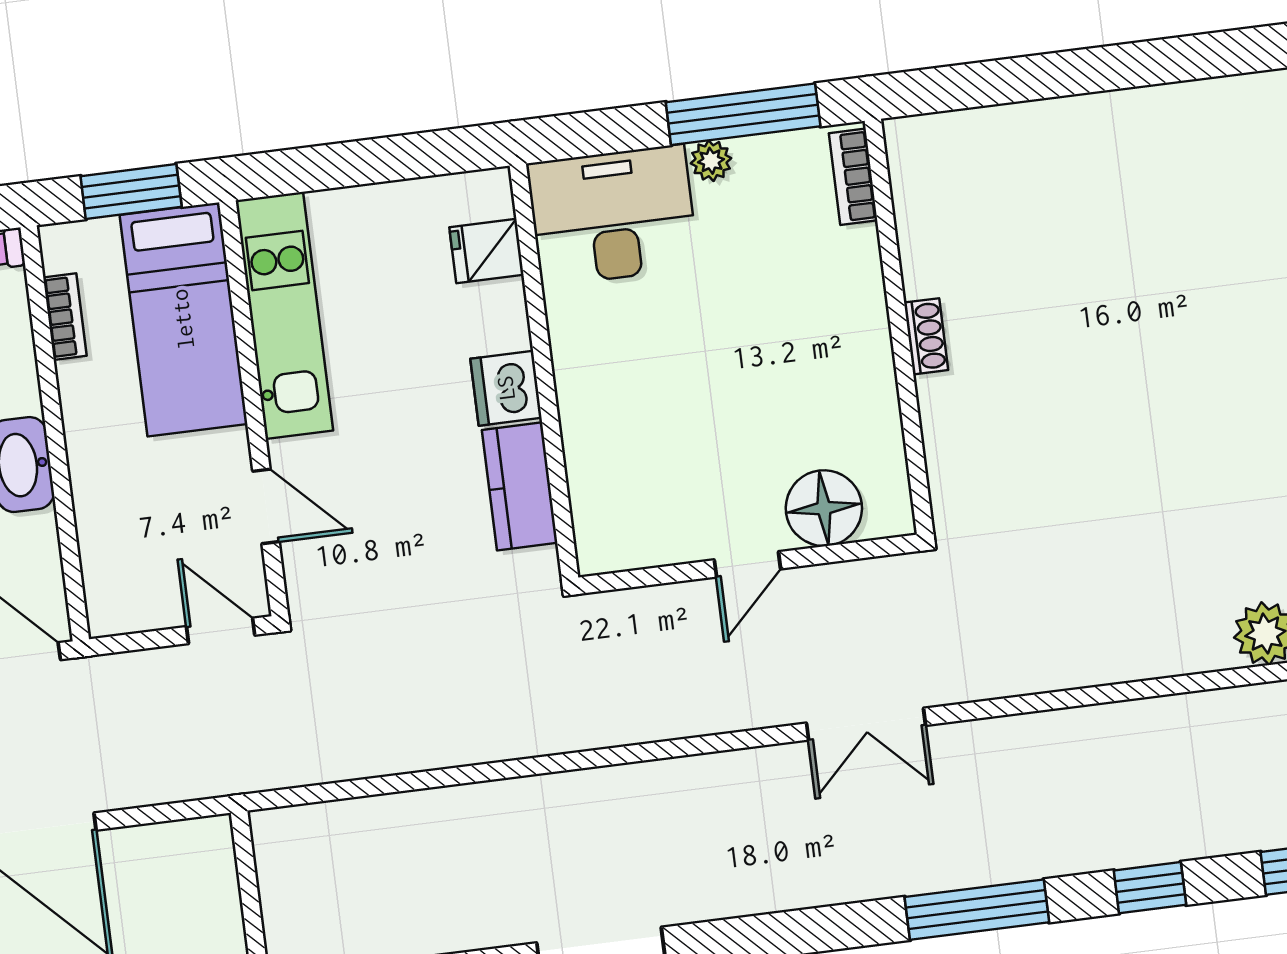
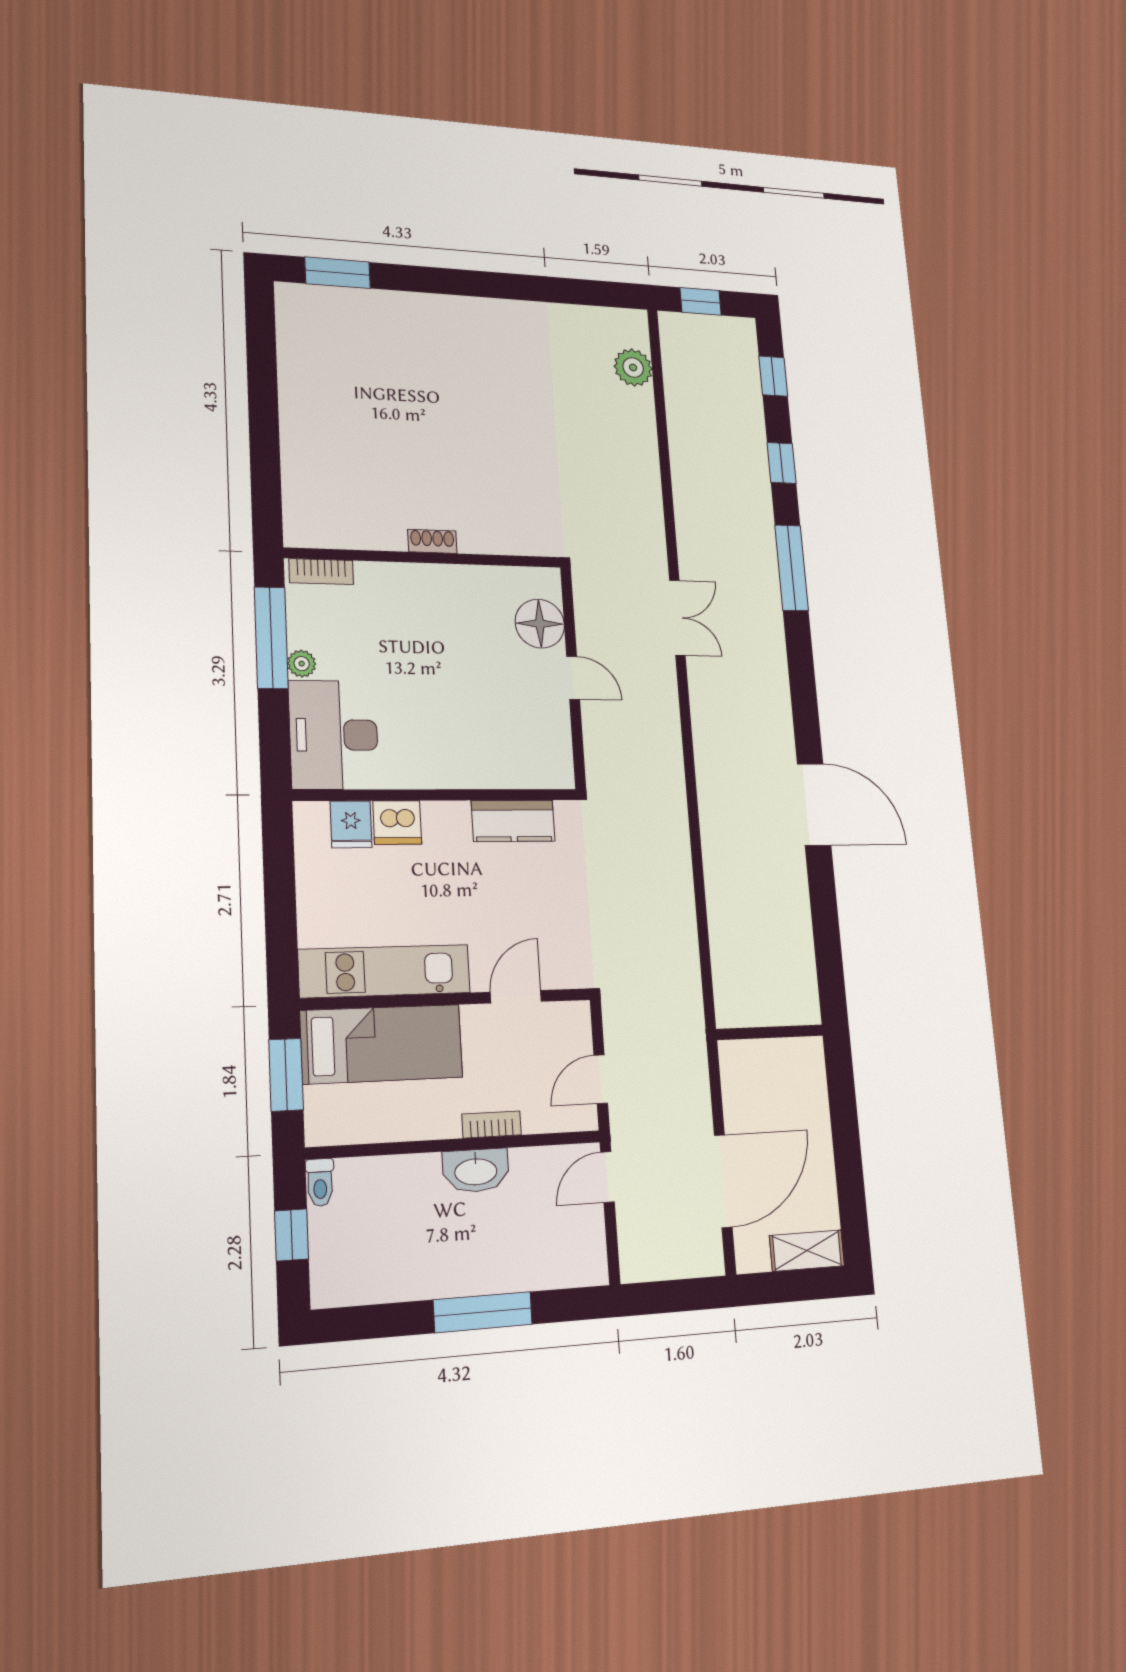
bookcase: (65, 317) -> (492, 1124), moved
dishwasher: (506, 388) -> (397, 822), moved
door: (221, 631) -> (601, 1079), moved

